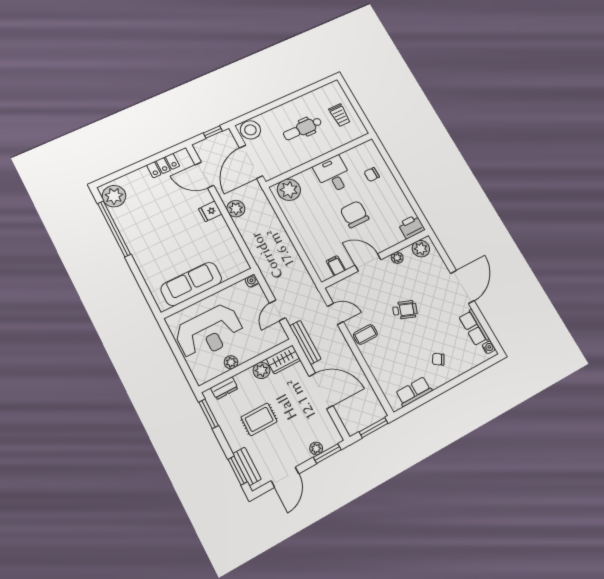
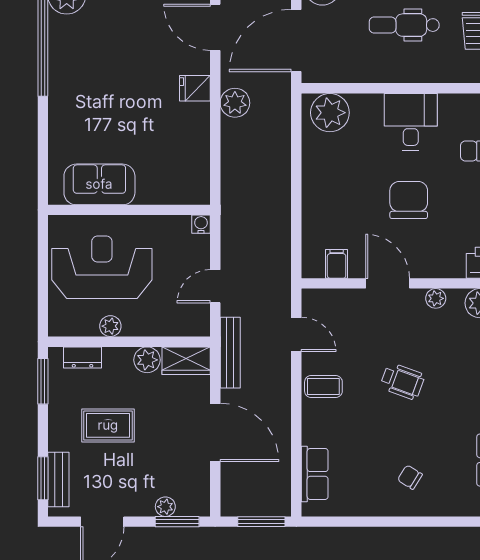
sofa: (191, 284) -> (99, 184), width x0.73
reception desk: (209, 332) -> (102, 267), turned 180
row of seats: (414, 392) -> (315, 474), moved, turned 90

